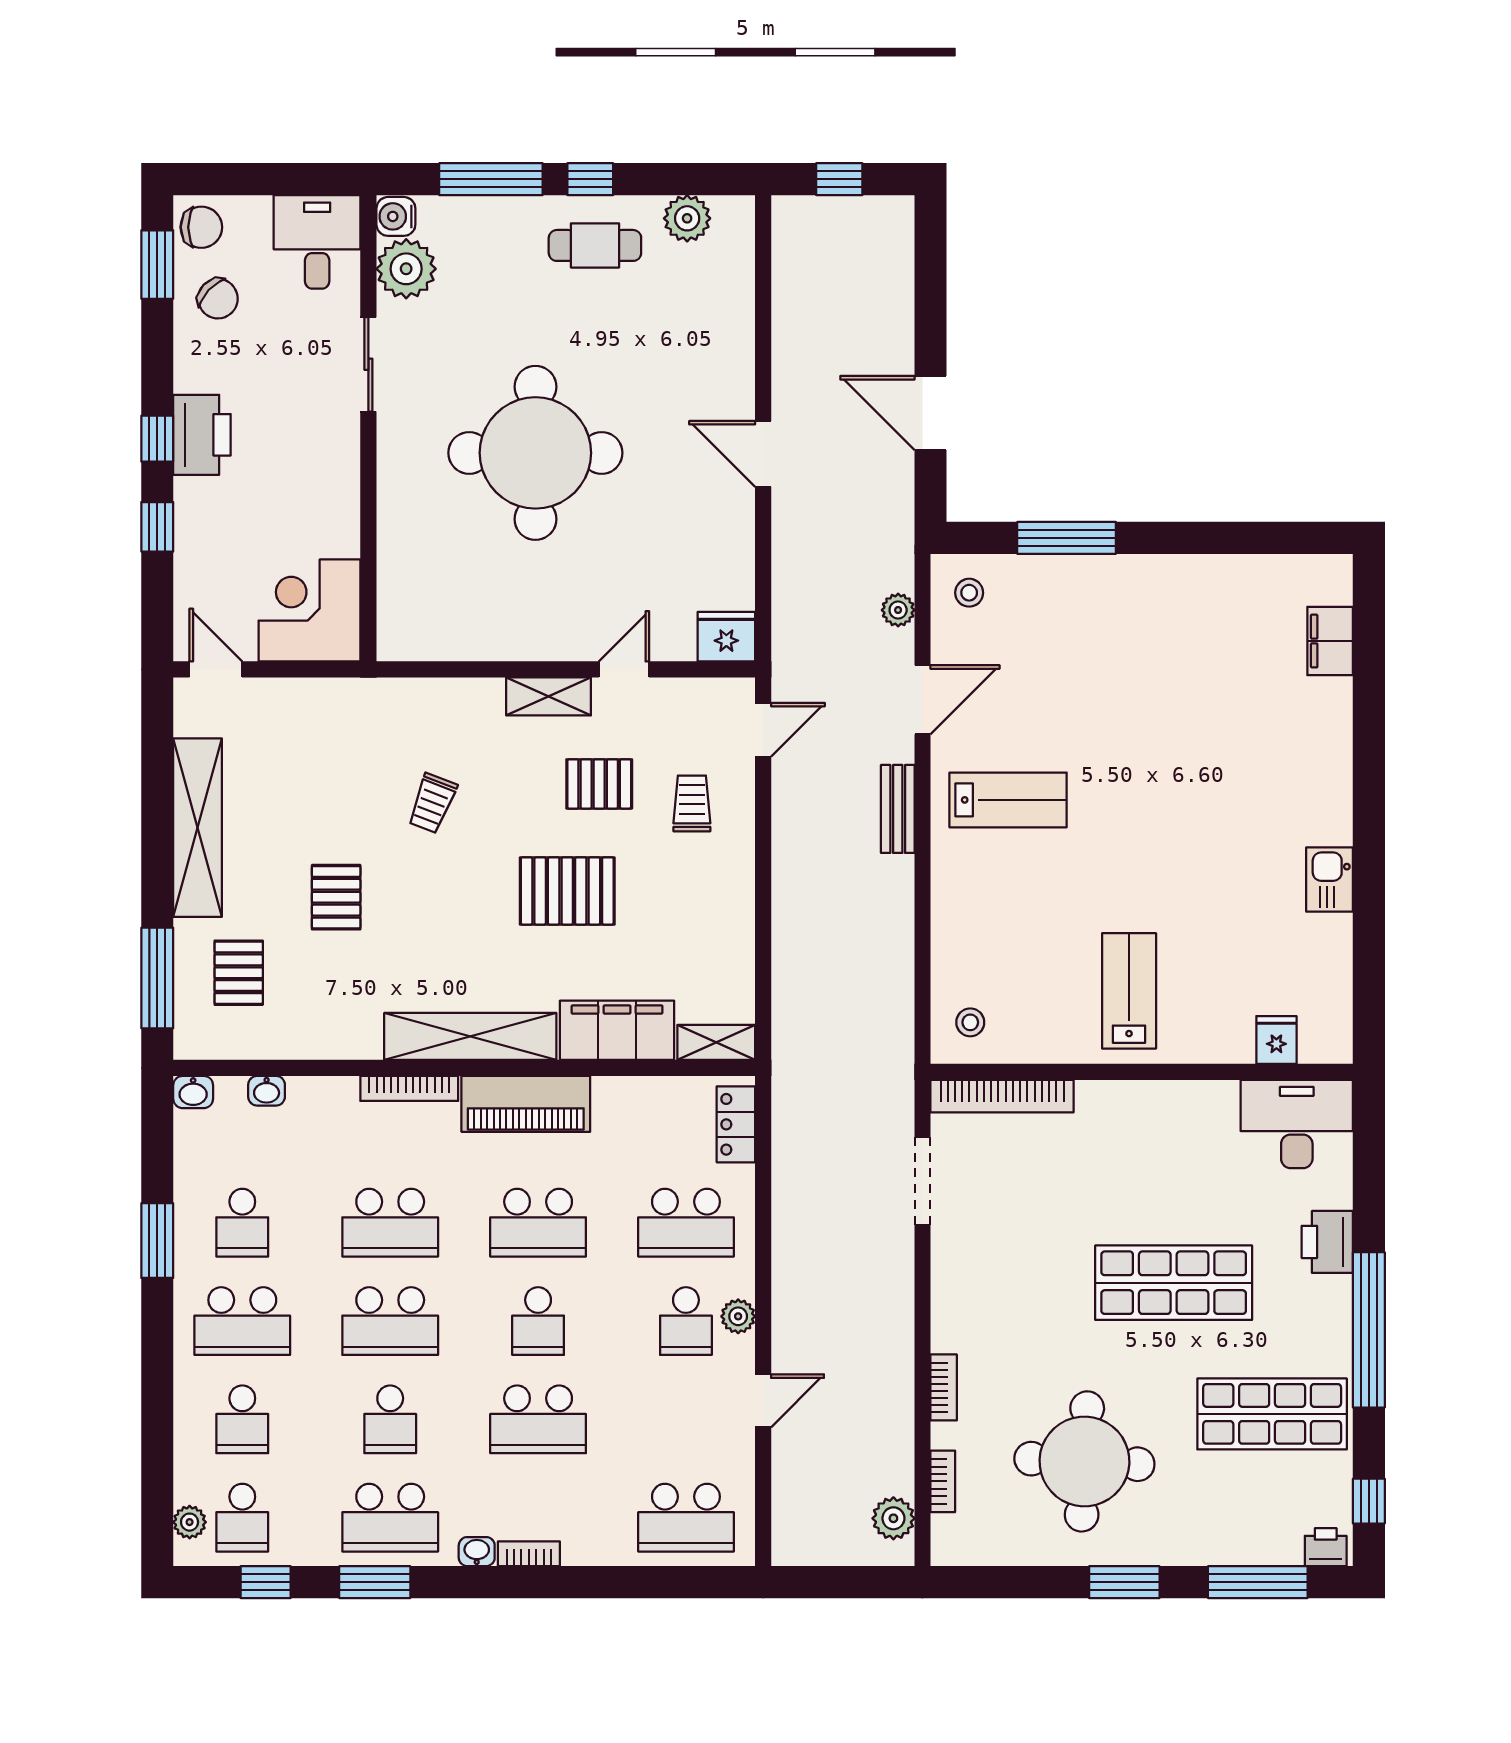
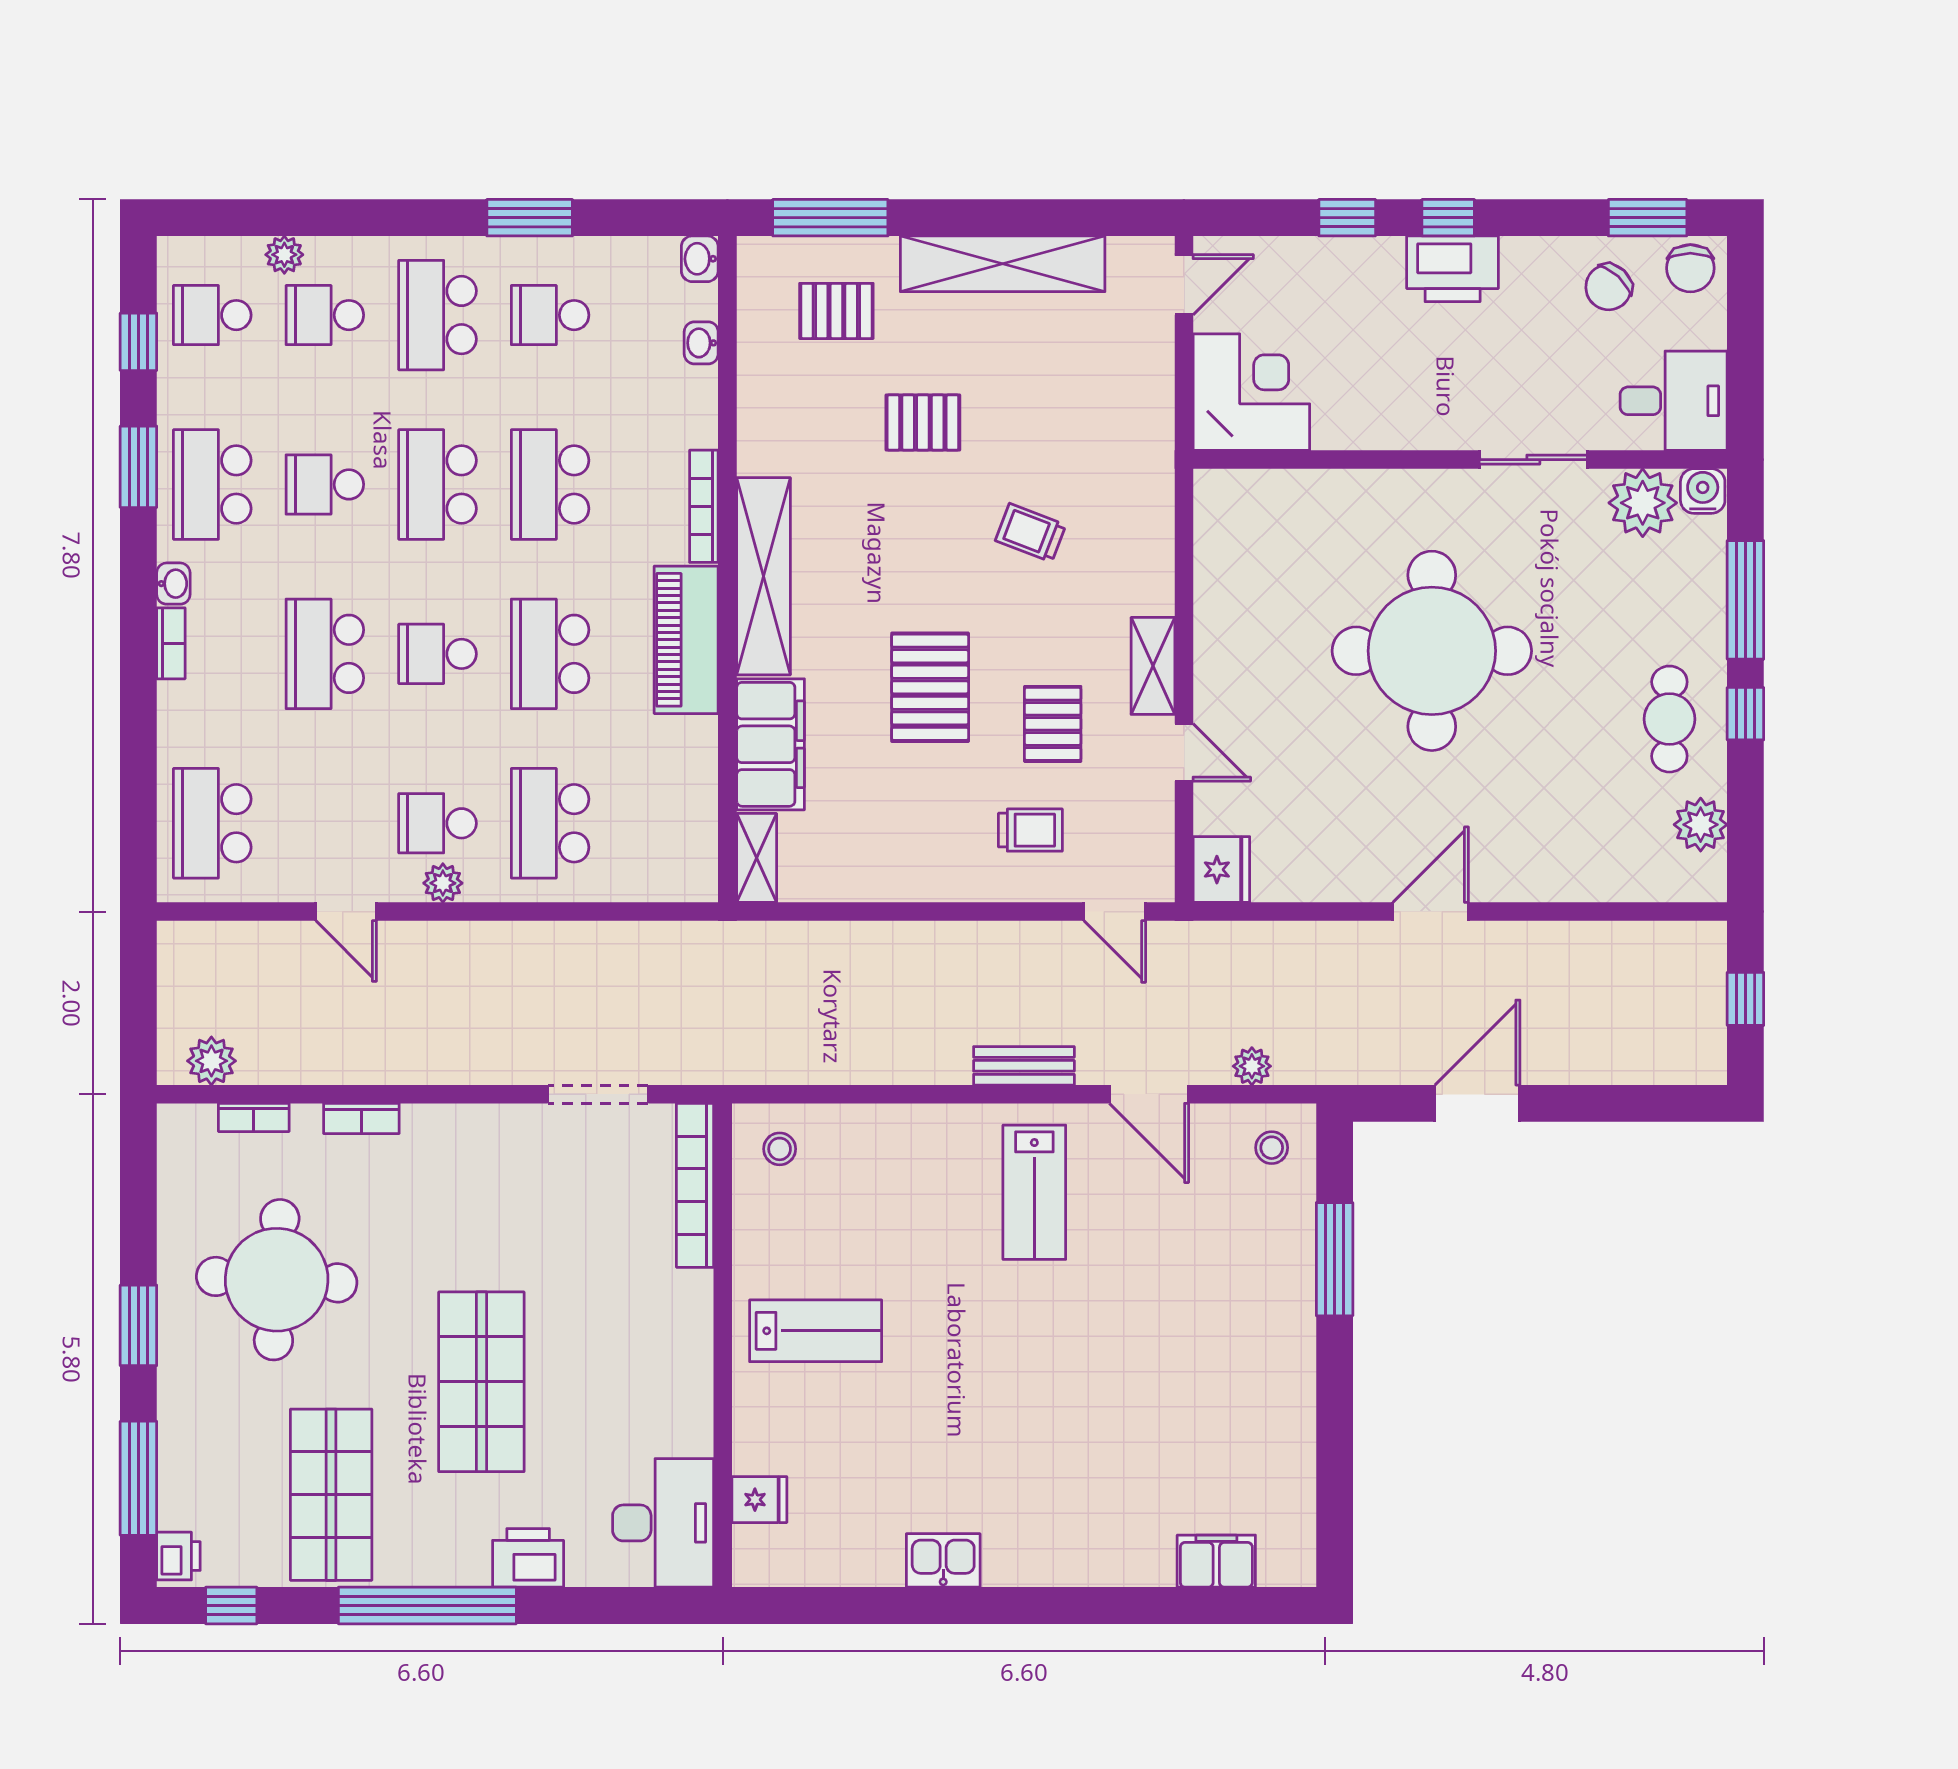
locker: (736, 1124) -> (663, 880), removed
plant: (190, 1522) -> (284, 255), moved

